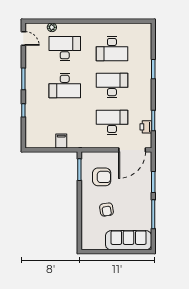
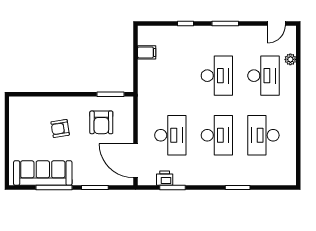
desk: (65, 85) -> (217, 76), turned 180
filing cabinet: (61, 141) -> (147, 52), moved
sofa: (129, 240) -> (43, 173), moved, turned -90

